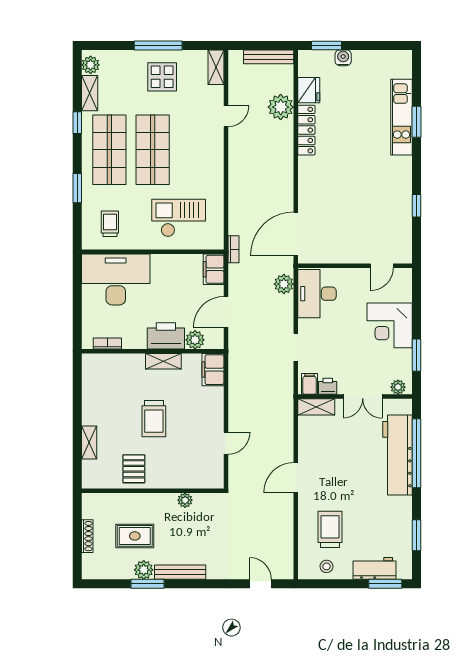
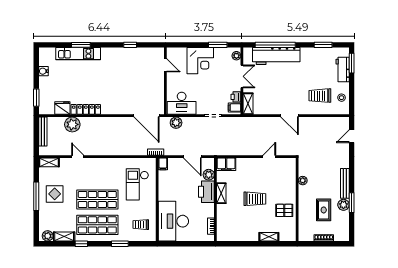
water cooler: (343, 58) -> (43, 71), moved
filing cabinet: (214, 269) -> (163, 164), width x0.50
door: (226, 443) -> (269, 157), hinge flipped

